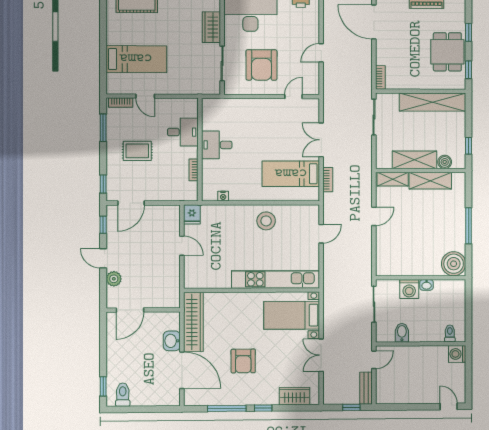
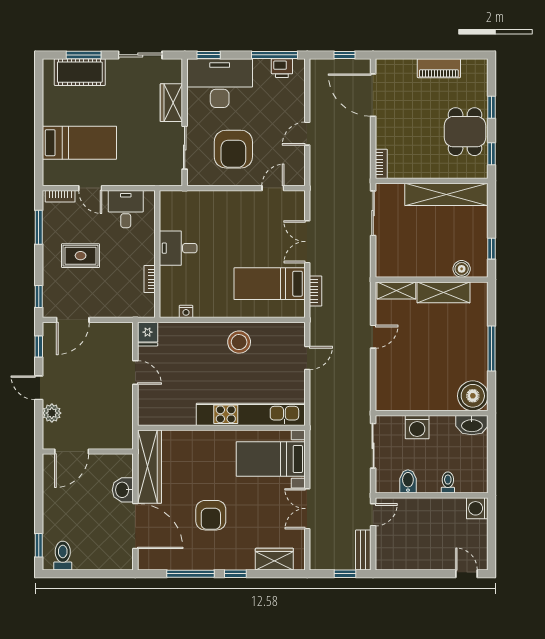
desk: (183, 132) -> (126, 209), moved, turned -90
shelving: (415, 160) -> (424, 266), removed
washbasin: (427, 285) -> (472, 425), moved, width x1.91, depth x1.45
toilet: (450, 333) -> (448, 483), moved

